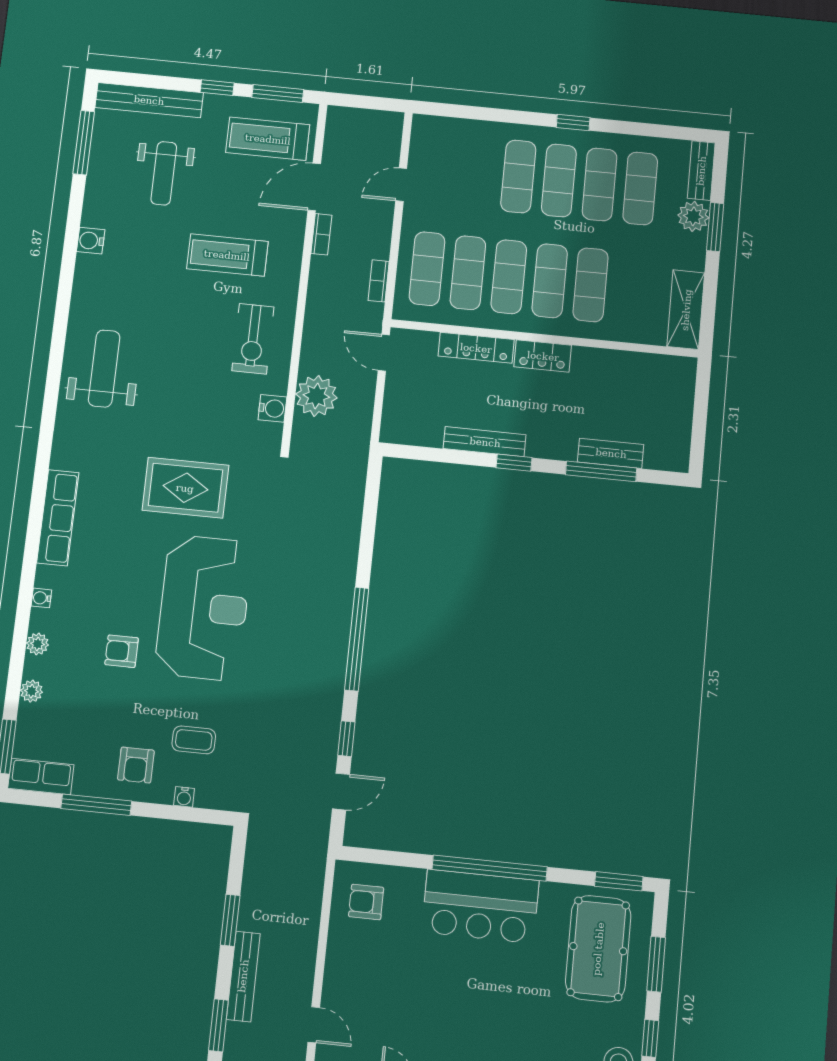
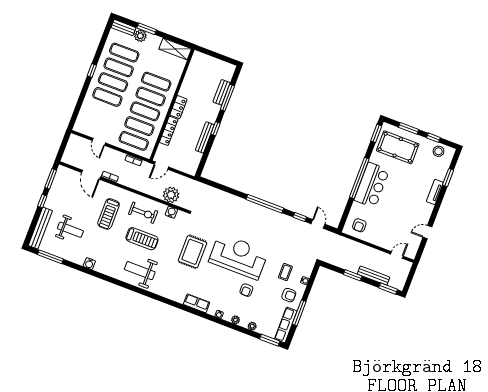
treadmill: (268, 139) -> (142, 239), moved, turned -90
row of seats: (58, 518) -> (197, 303), width x0.68
row of seats: (41, 776) -> (286, 325), width x1.48

